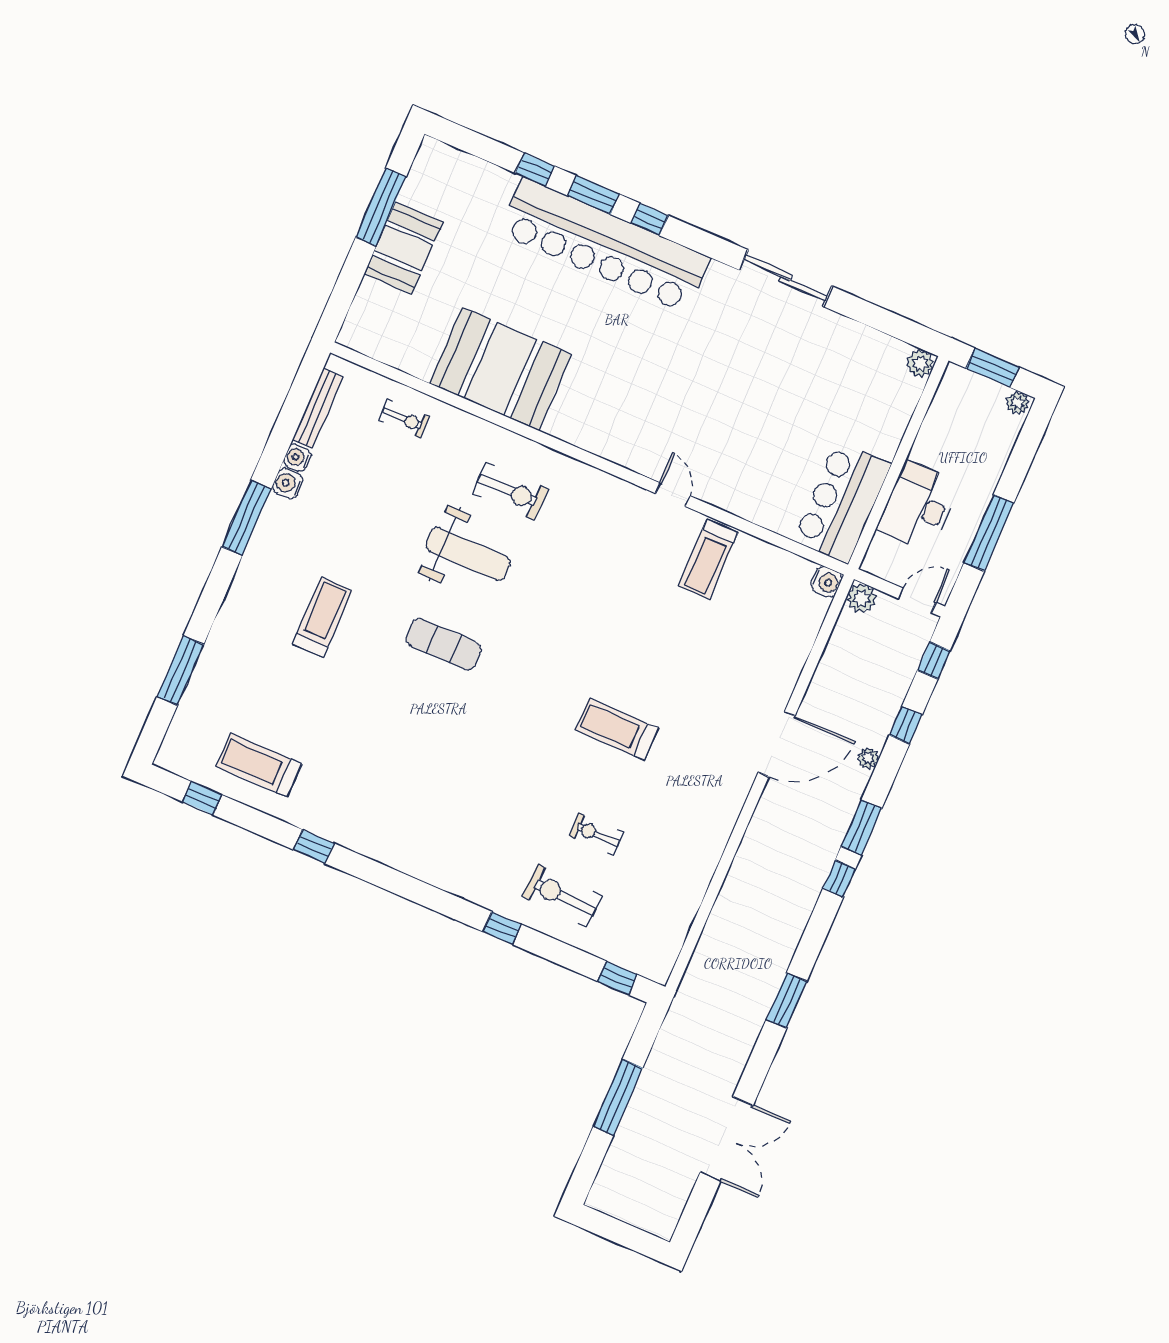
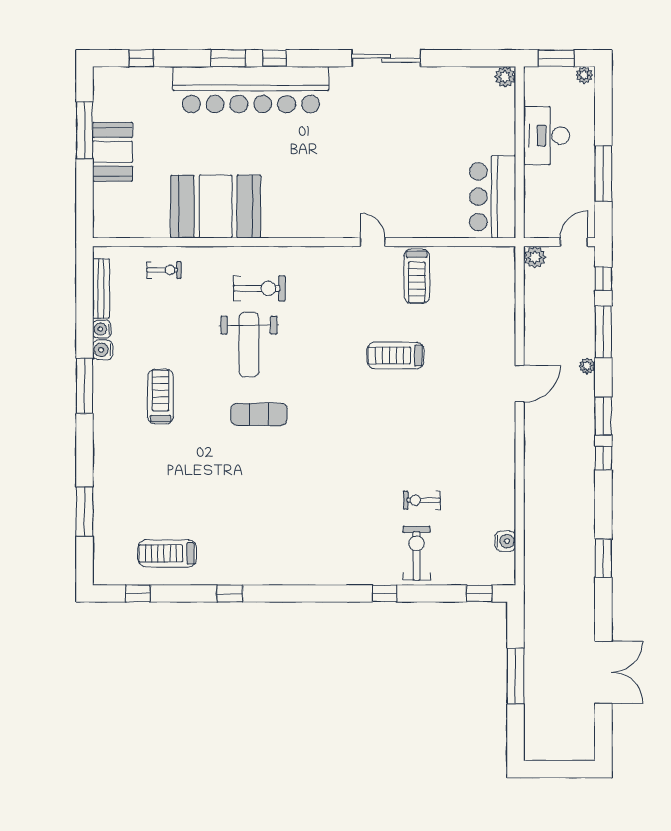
window: (535, 170) -> (141, 58), moved
desk: (918, 506) -> (547, 136), moved
weight bench: (468, 554) -> (249, 345), turned 90
water cooler: (826, 582) -> (505, 541), moved
treadmill: (322, 617) -> (161, 397), moved
window: (906, 725) -> (603, 332), width x2.17
treadmill: (617, 729) -> (396, 355), moved
door: (777, 744) -> (520, 384), width x0.73
exercise bike: (562, 896) -> (416, 553), turned 87

